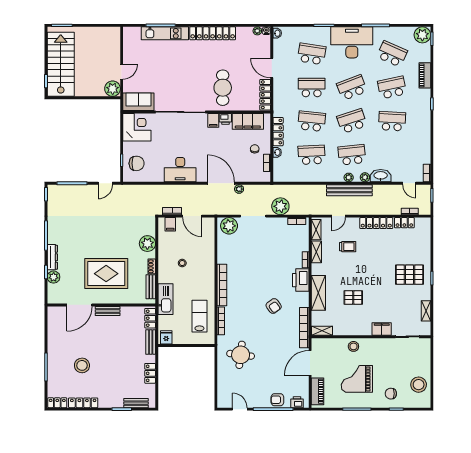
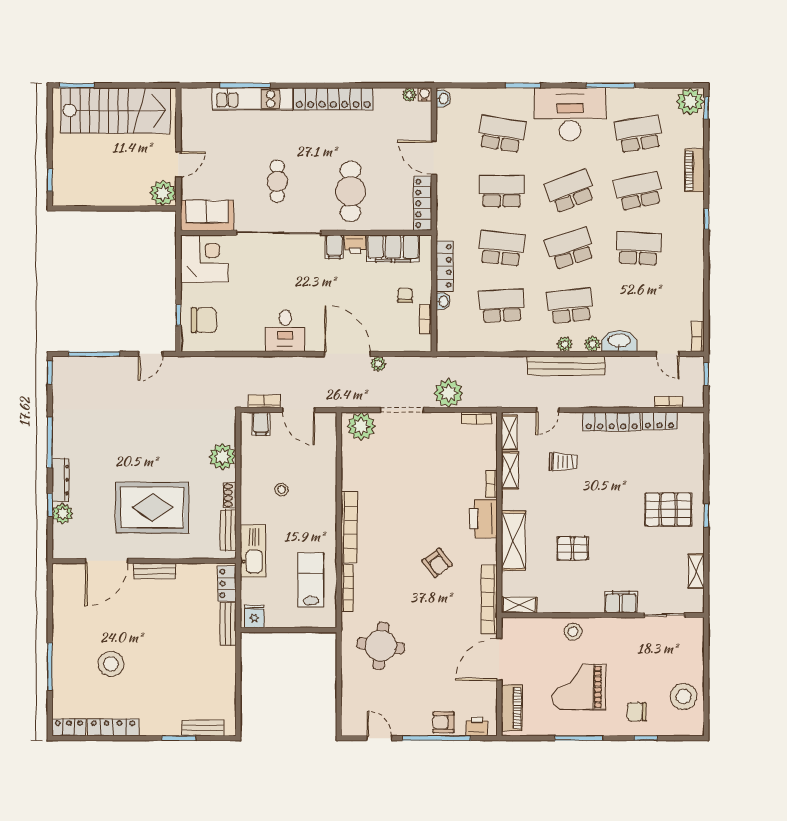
school desk: (392, 54) -> (639, 134), turned -33
stairs: (61, 64) -> (115, 110), moved, turned 90
cafe table: (180, 82) -> (277, 181), added
desk: (180, 170) -> (285, 331), width x0.73
locker: (150, 373) -> (227, 677), removed

